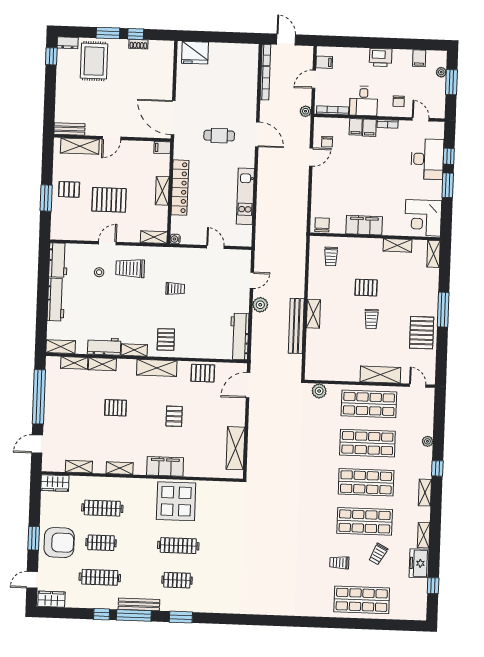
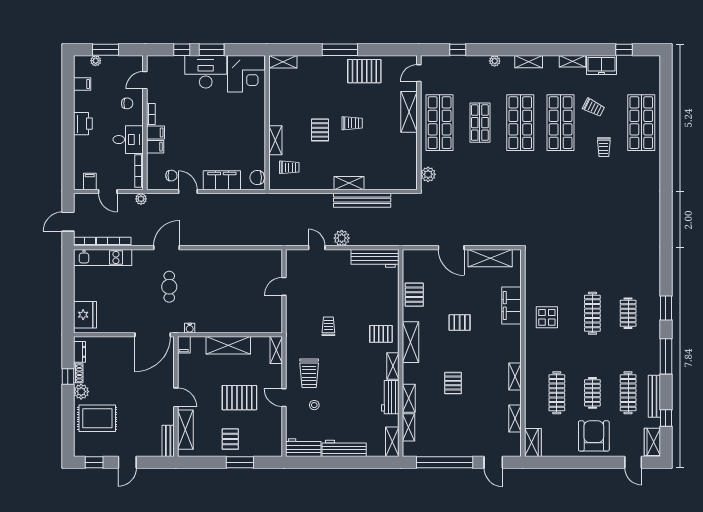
window: (108, 33) -> (68, 405), removed
dresser: (68, 43) -> (79, 352), moved
plant: (120, 46) -> (81, 392), added
door: (50, 88) -> (127, 462), added
desk: (427, 159) -> (206, 72), moved
locker: (180, 188) -> (224, 325), removed
shelving: (162, 191) -> (228, 345), width x1.50, depth x1.33
kitchen unit: (245, 196) -> (103, 258), moved
pallet: (109, 200) -> (239, 398), turned 90
filing cabinet: (364, 225) -> (222, 180), moved, turned 90
water cooler: (175, 239) -> (190, 328), moved
shelving: (398, 245) -> (275, 140), moved
door: (248, 385) -> (451, 248), moved
plant: (427, 441) -> (495, 61), moved
shop shelf: (367, 443) -> (480, 123), width x0.70, depth x0.74
filing cabinet: (165, 466) -> (512, 305), moved
window: (437, 468) -> (458, 50), moved
display table: (176, 501) -> (547, 317), width x0.54, depth x0.54
window: (34, 538) -> (590, 462), removed
bench: (139, 604) -> (654, 396), moved
window: (102, 614) -> (666, 418), moved

